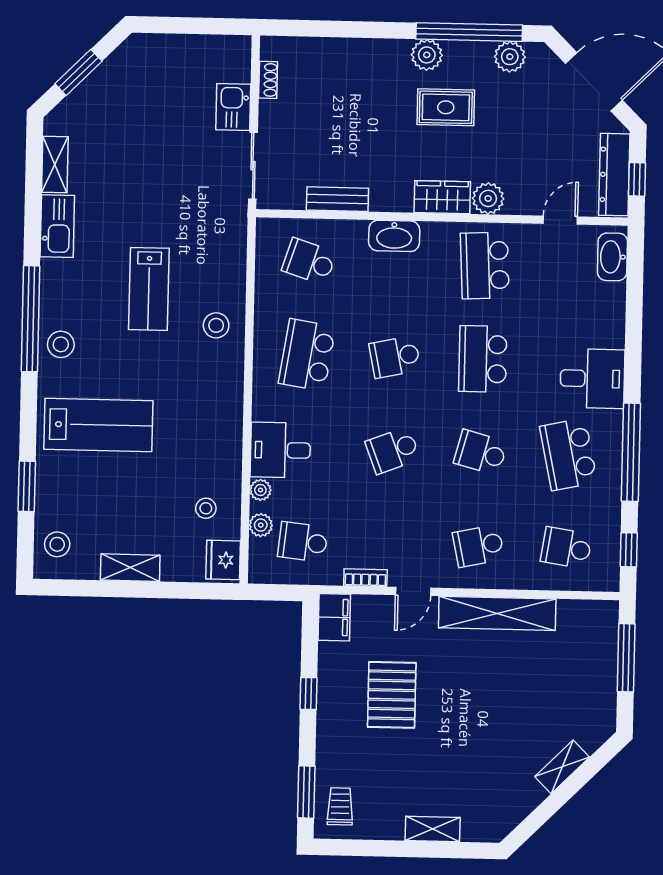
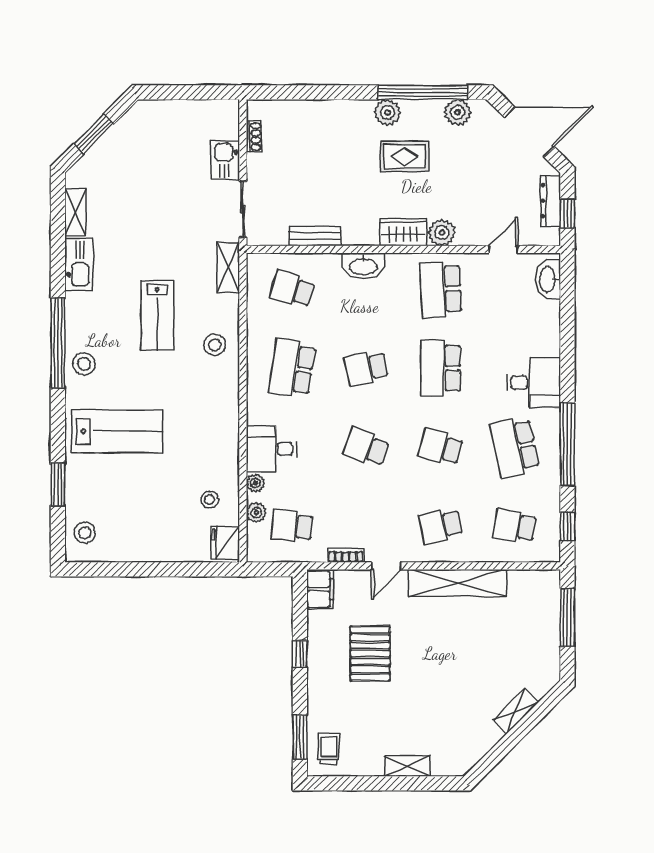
dresser: (614, 175) -> (551, 201), width x0.73, depth x0.80
school desk: (393, 450) -> (366, 447), turned 42
shelving: (130, 568) -> (228, 267), moved, turned 90

